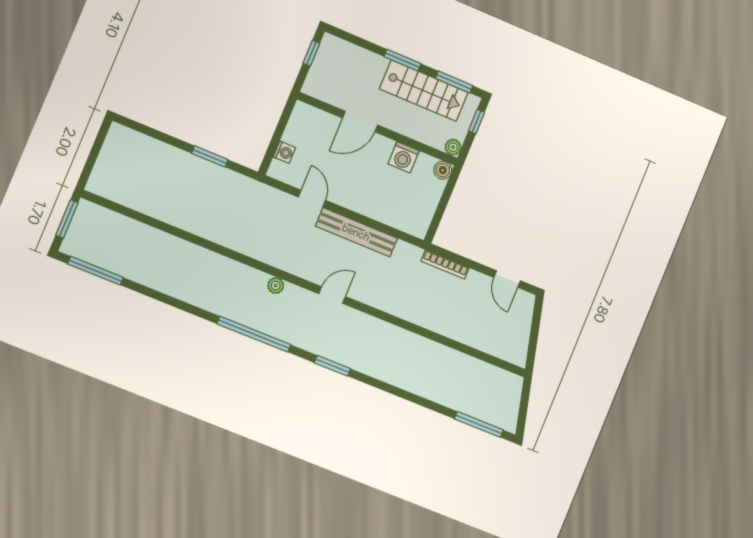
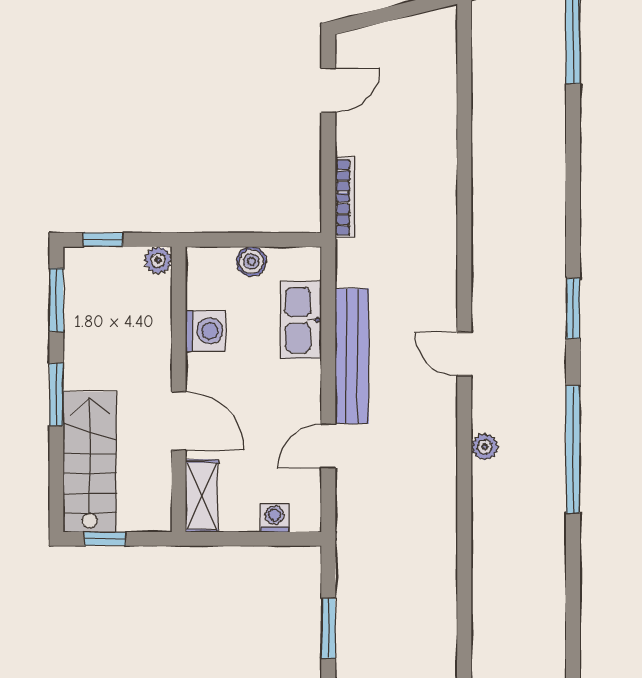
stairs: (424, 91) -> (90, 462), moved
shelving: (313, 117) -> (202, 496), added
boiler: (443, 170) -> (251, 261), moved
kitchen sink: (388, 212) -> (301, 320), added

